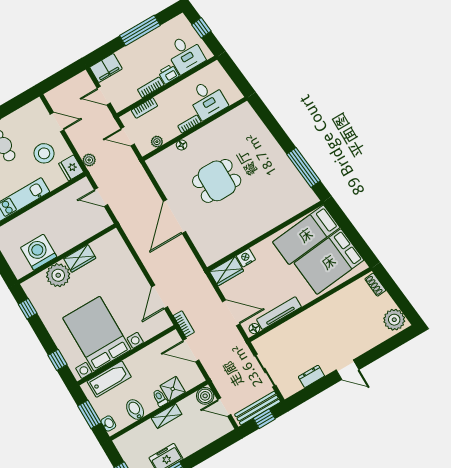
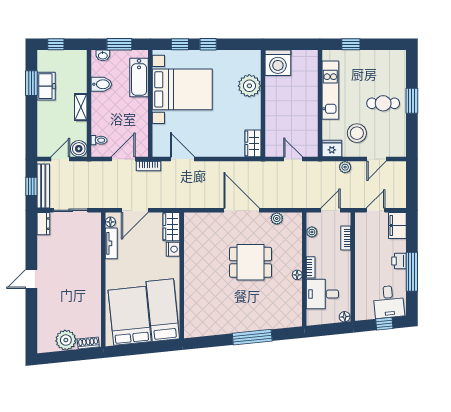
desk: (185, 54) -> (389, 302), moved, turned -96
floor lamp: (216, 67) -> (345, 317), added
printer: (169, 74) -> (399, 261), moved, turned 180
bookcase: (151, 87) -> (360, 253), removed
floor lamp: (182, 145) -> (297, 275), moved
plant: (89, 160) -> (345, 167), moved
window: (304, 167) -> (252, 337), moved
plant: (163, 180) -> (277, 218), added
dining table: (217, 181) -> (251, 262), turned 90
door: (101, 197) -> (293, 159), hinge flipped
washing machine: (39, 252) -> (278, 63), moved, turned 90
wardrobe: (80, 258) -> (253, 143), moved
window: (28, 309) -> (208, 44), moved
tv unit: (279, 313) -> (111, 243), width x0.71
plant: (394, 320) -> (66, 340), moved
dresser: (311, 376) -> (43, 224), moved
shower: (173, 389) -> (100, 125), removed
toilet: (160, 398) -> (99, 140), moved

